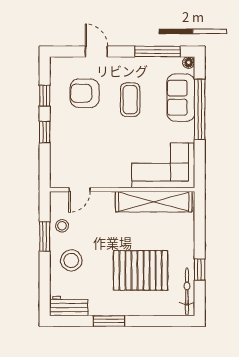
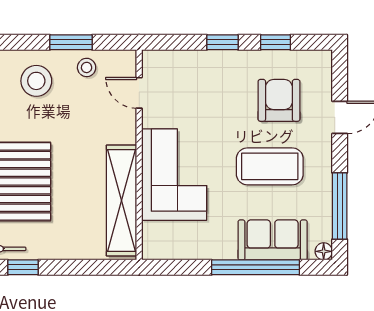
coffee table: (130, 100) -> (270, 166), width x1.36, depth x1.32
corner sofa: (163, 165) -> (174, 175), moved

